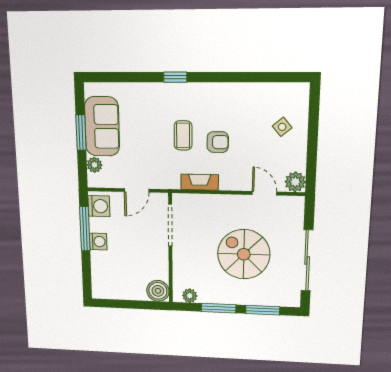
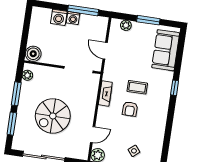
sofa: (102, 126) -> (166, 50), moved, turned 90
washing machine: (99, 206) -> (59, 17), moved
spiral stairs: (244, 254) -> (53, 116), turned 180

